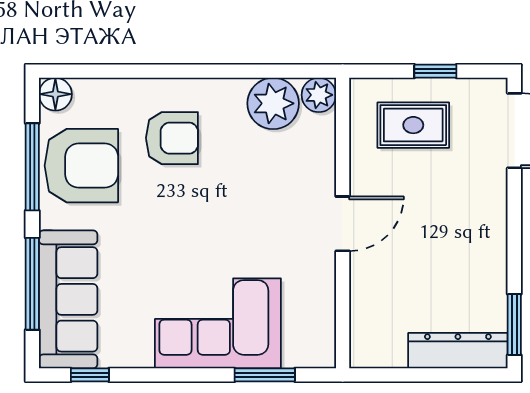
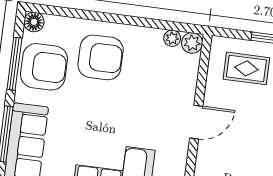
plant: (273, 103) -> (172, 38), width x0.53, depth x0.53
armchair: (172, 138) -> (101, 57), width x1.36, depth x1.36

